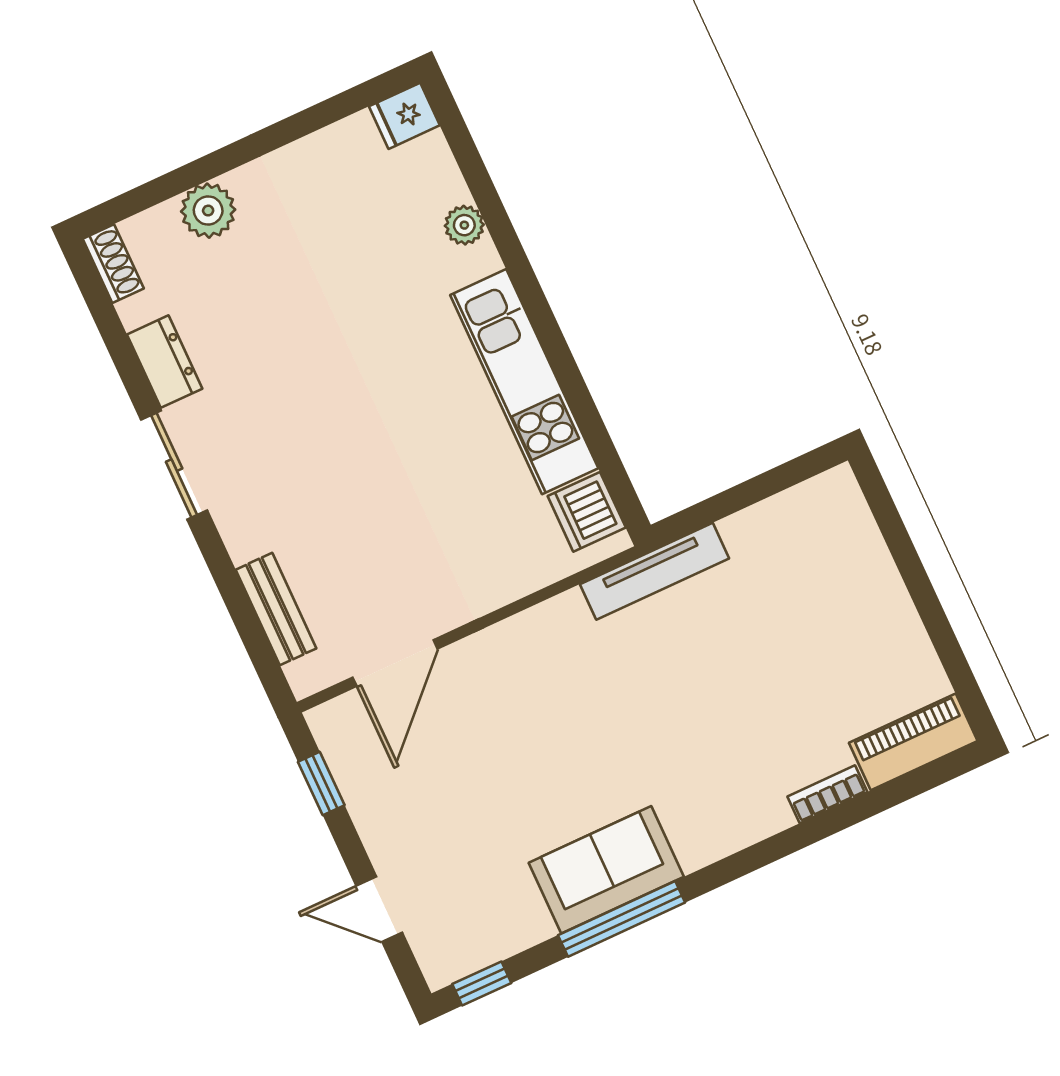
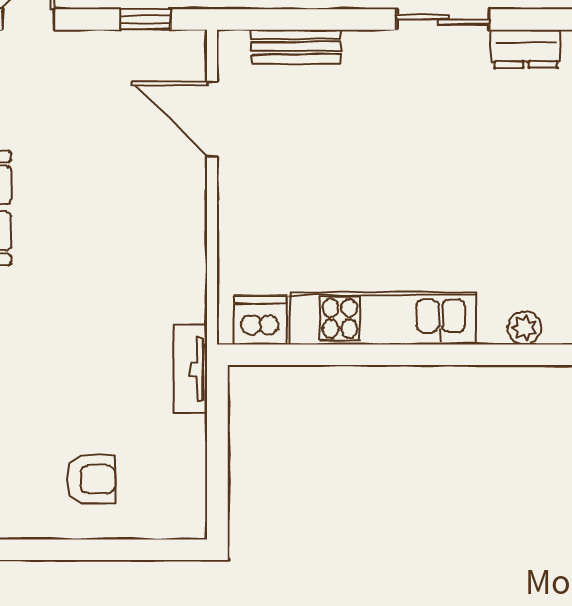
tv unit: (654, 571) -> (190, 369), width x0.71
armchair: (841, 614) -> (91, 479), added

